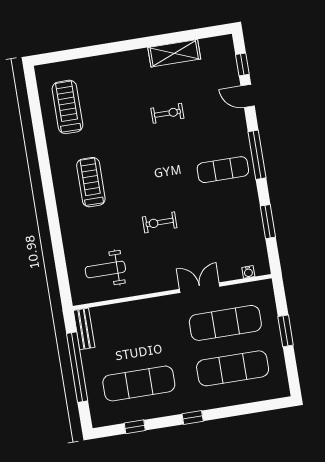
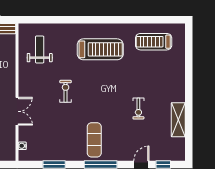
treadmill: (67, 107) -> (154, 42), turned 180
treadmill: (91, 182) -> (100, 49), width x1.37, depth x1.38

